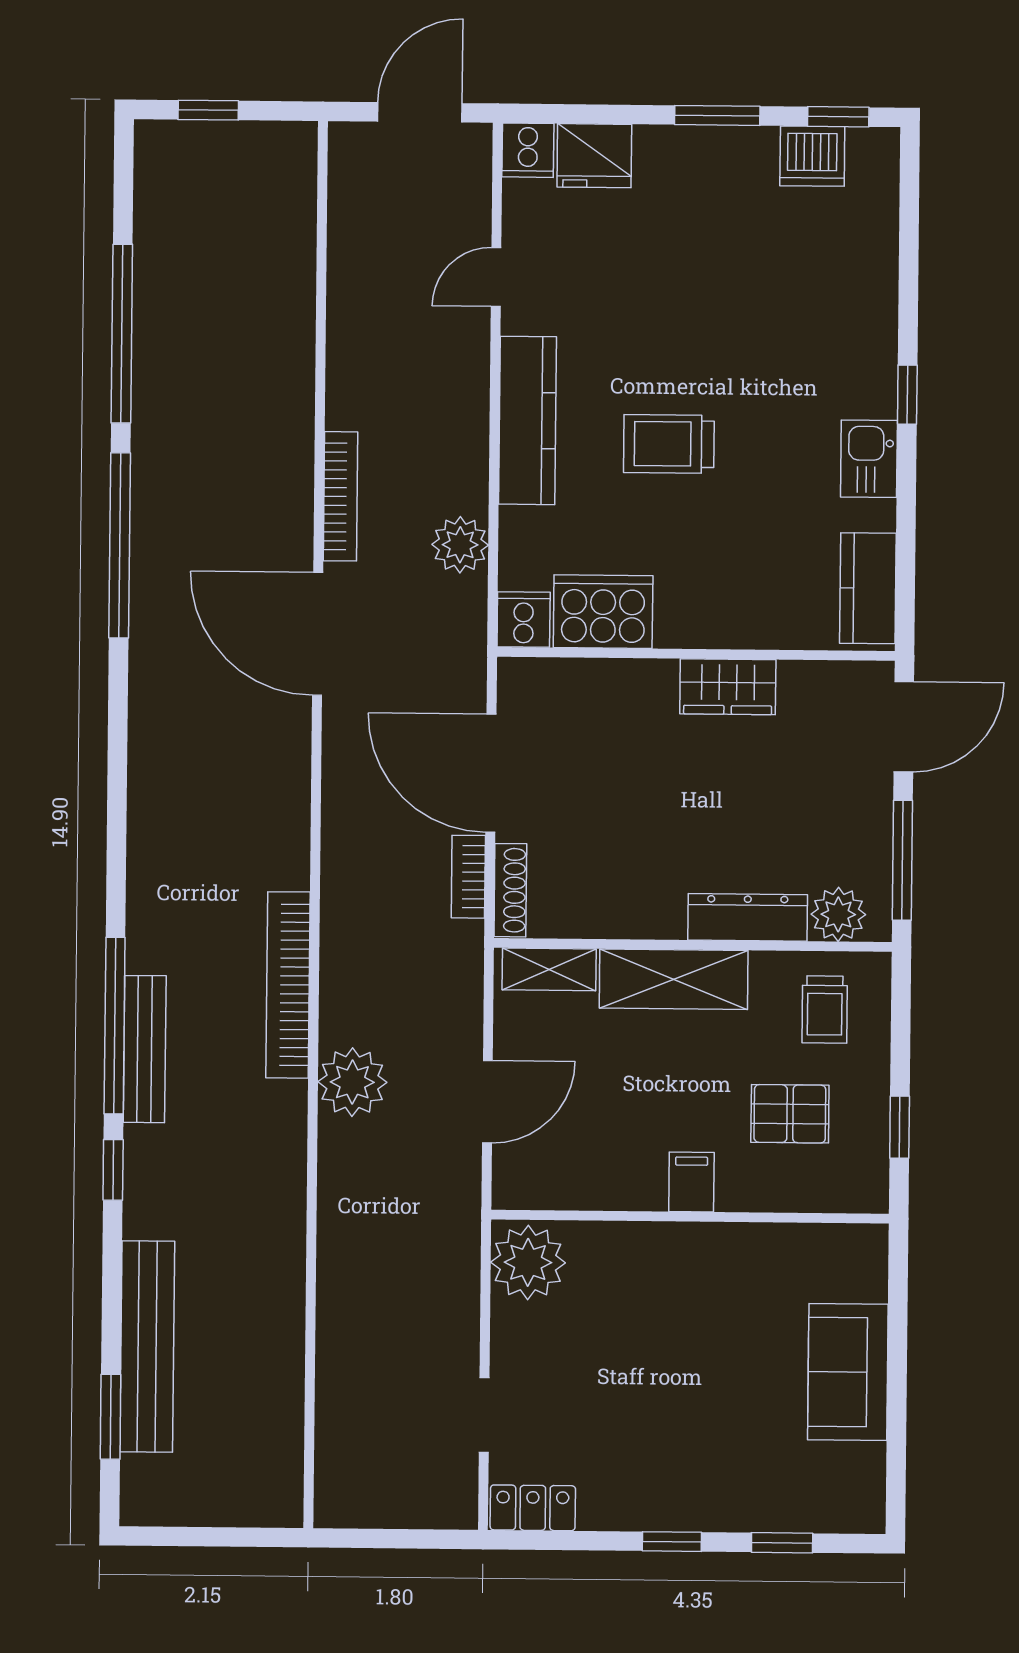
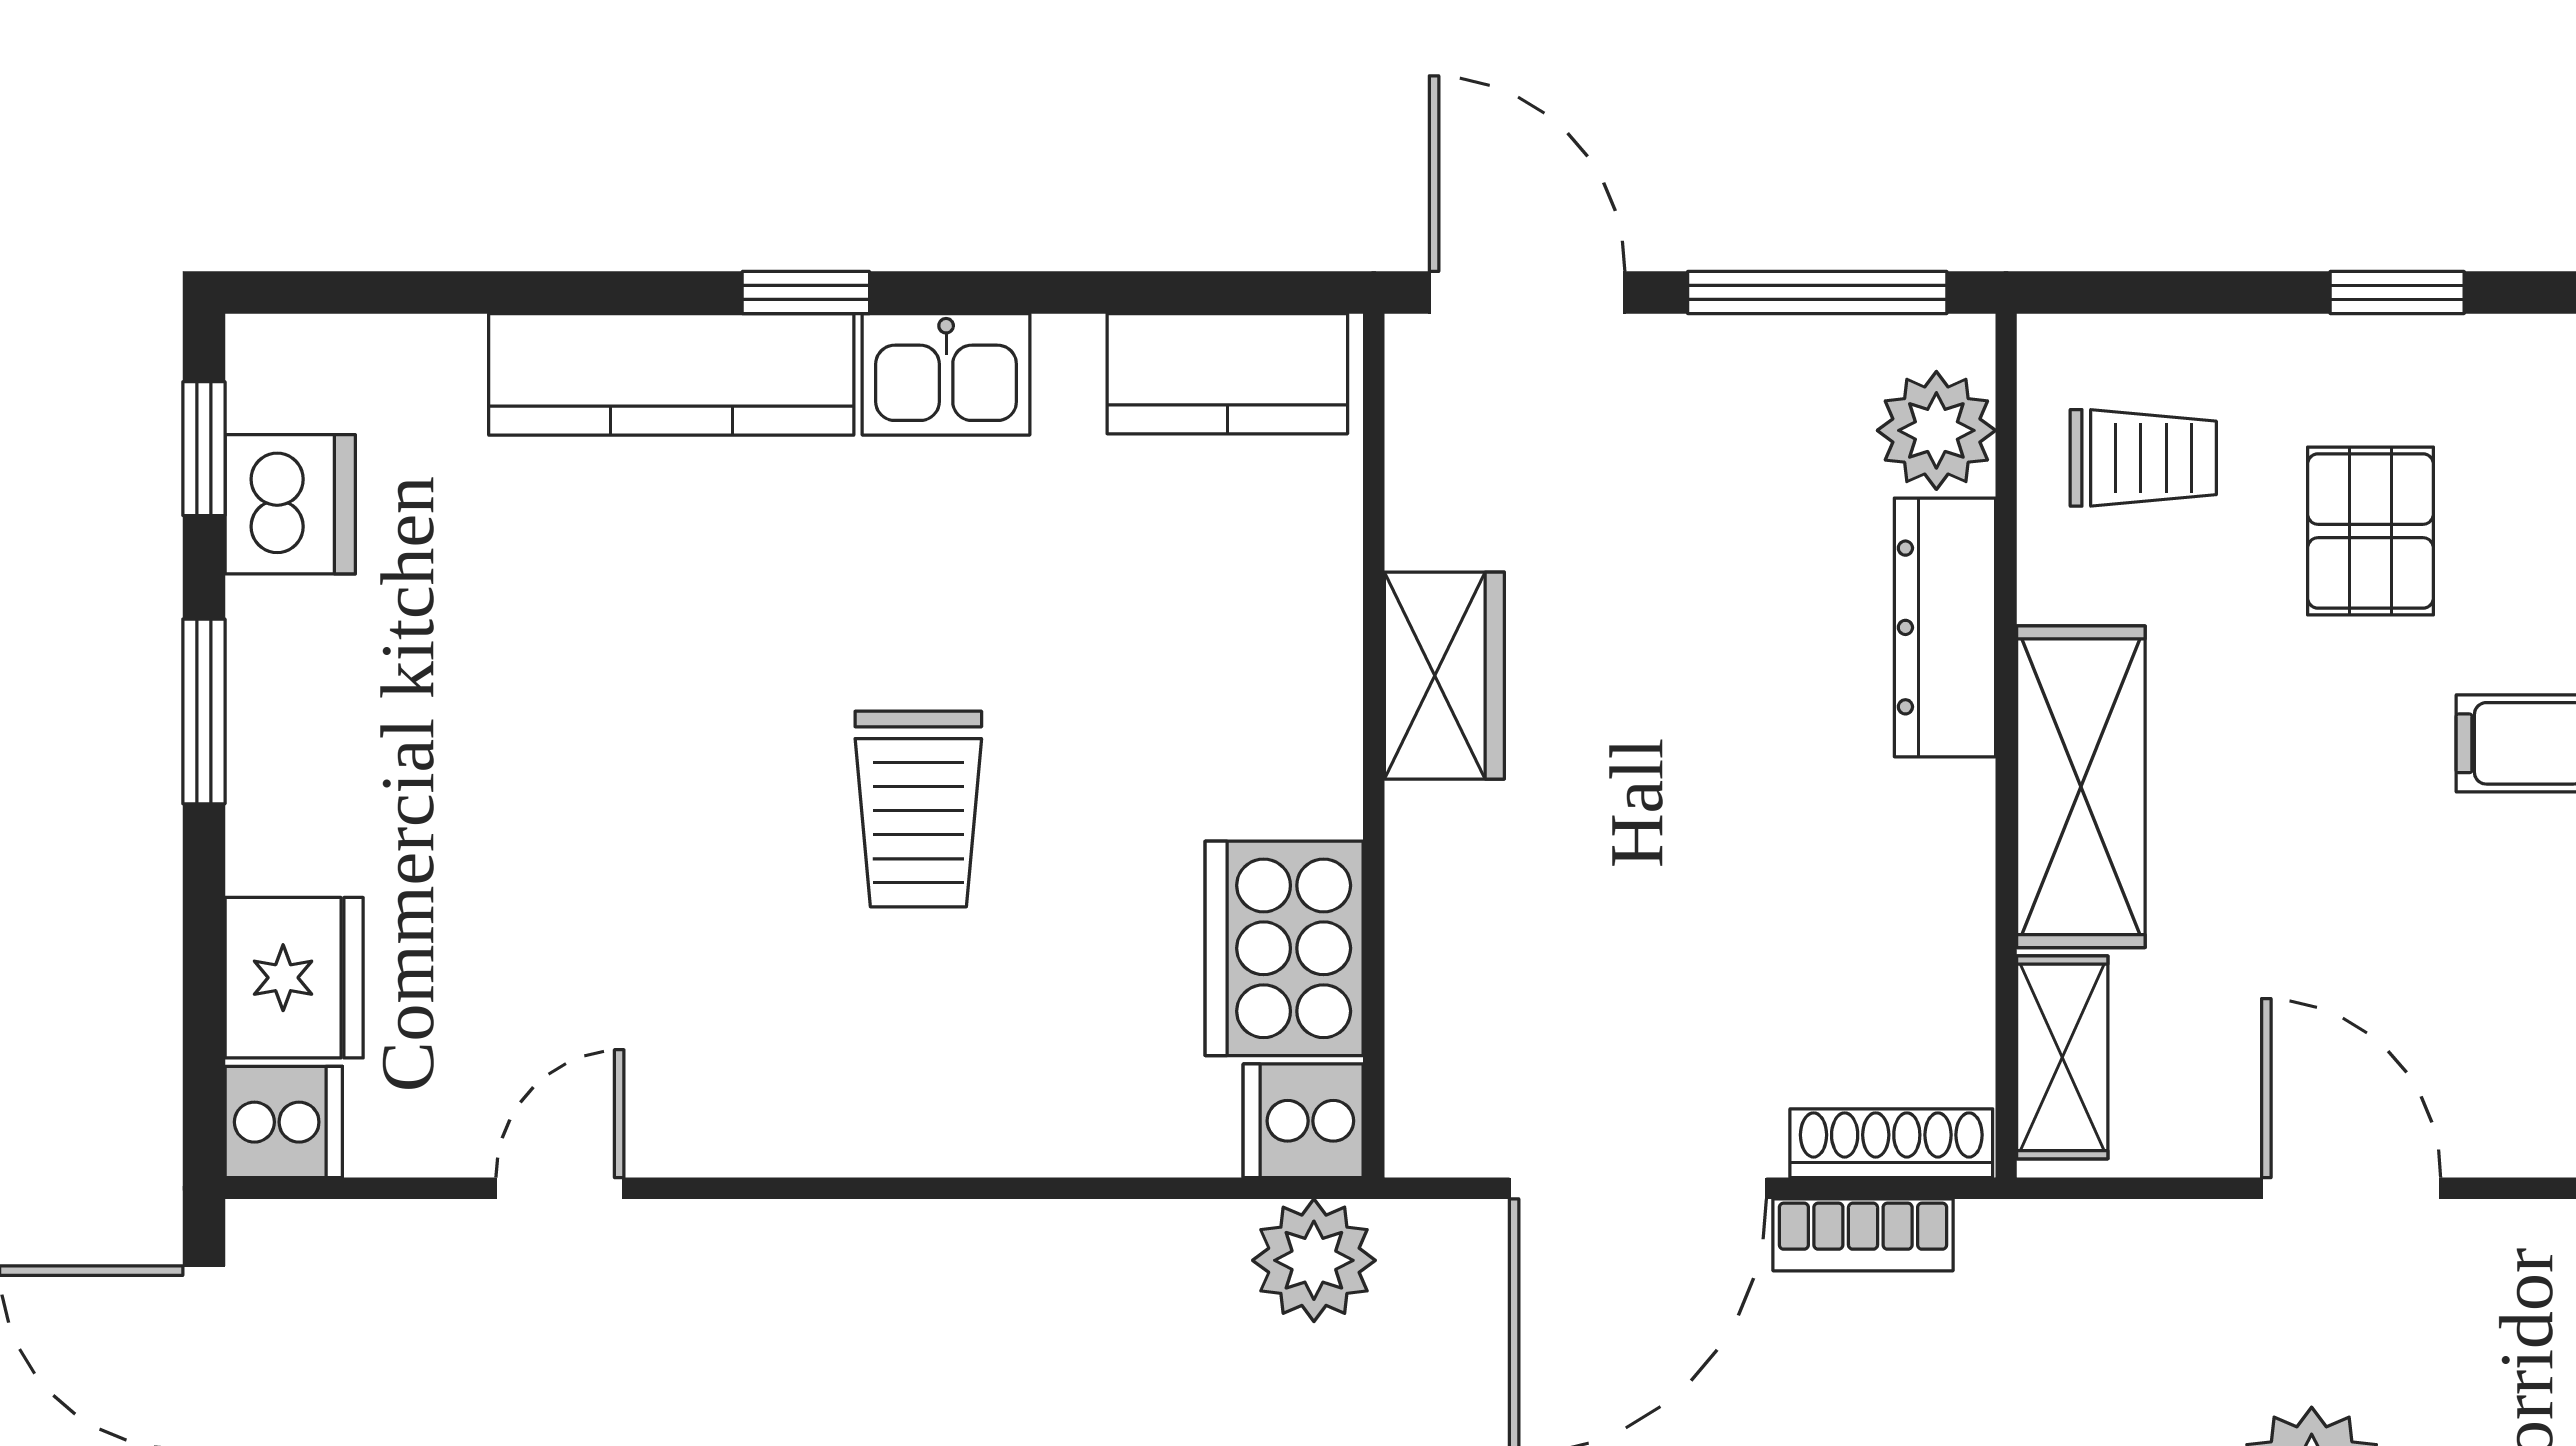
door: (496, 277) -> (560, 1188), swing flipped
kitchen counter: (527, 420) -> (671, 374), moved, turned 180
plant: (460, 545) -> (1314, 1260), moved

